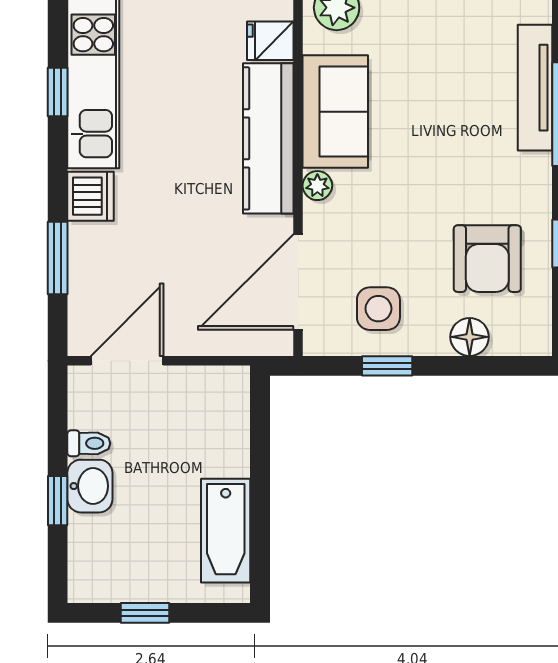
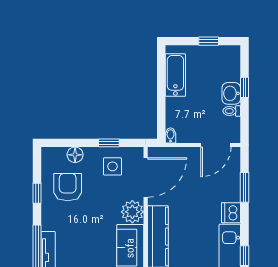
plant: (317, 186) -> (132, 212), width x1.88, depth x1.88
bidet: (238, 384) -> (171, 135), added

